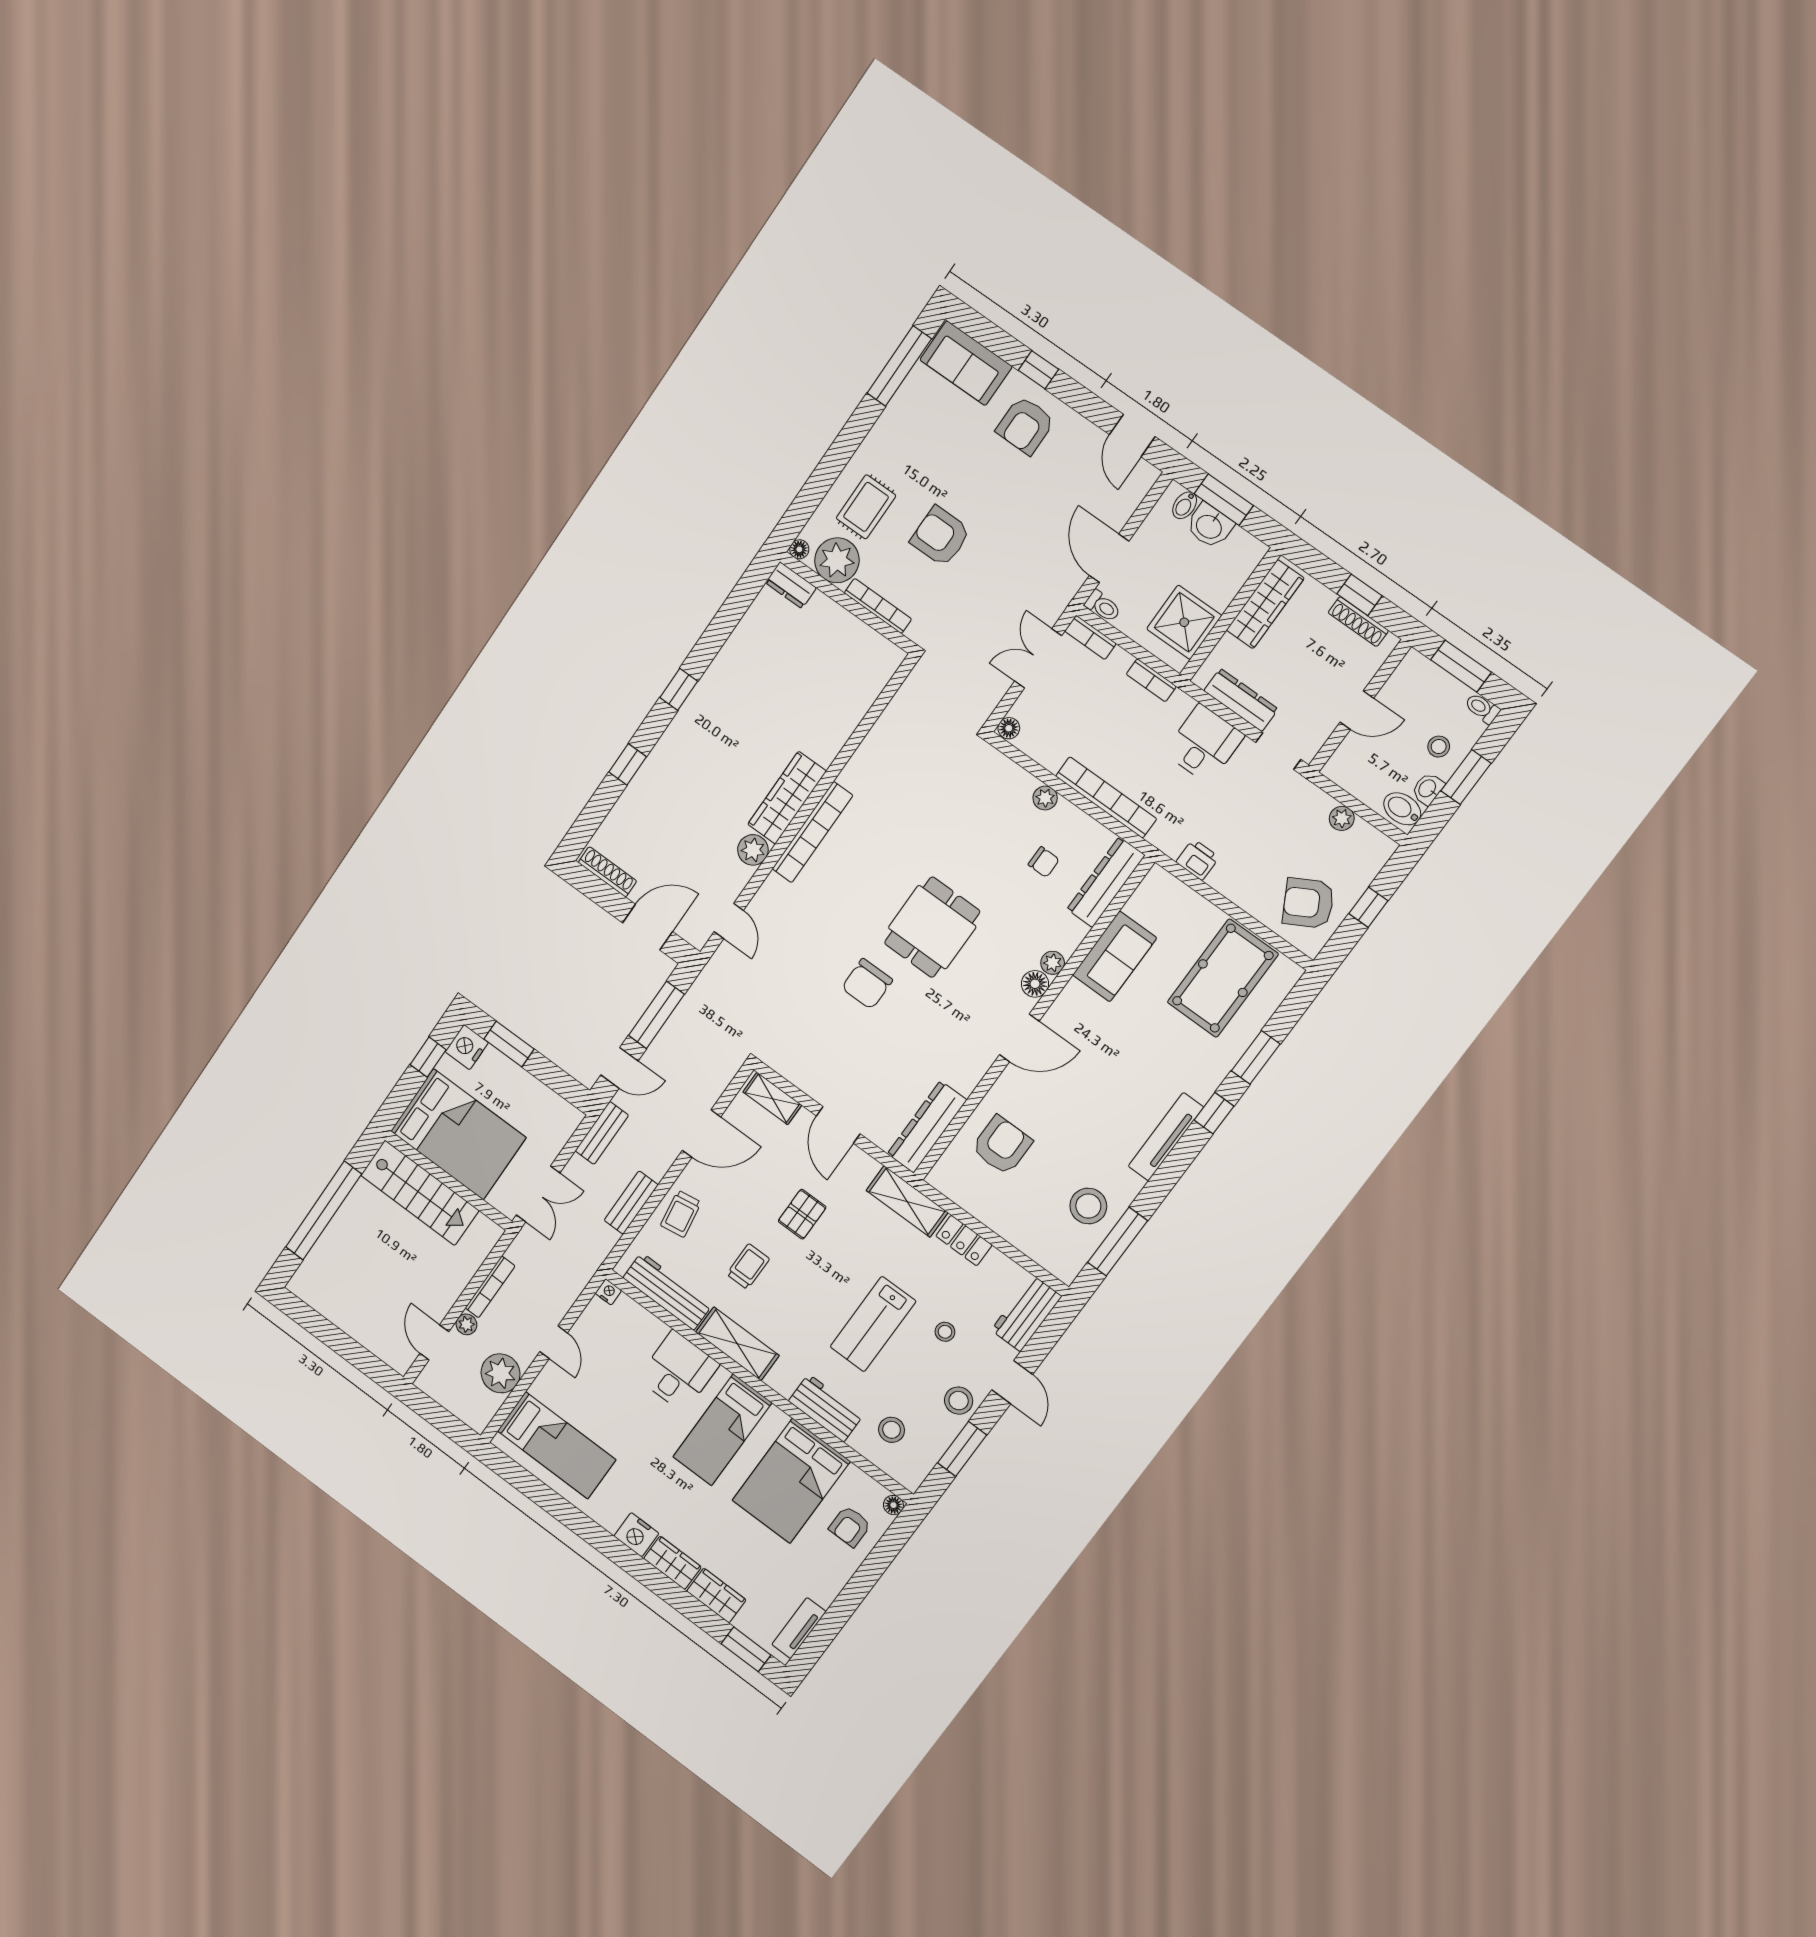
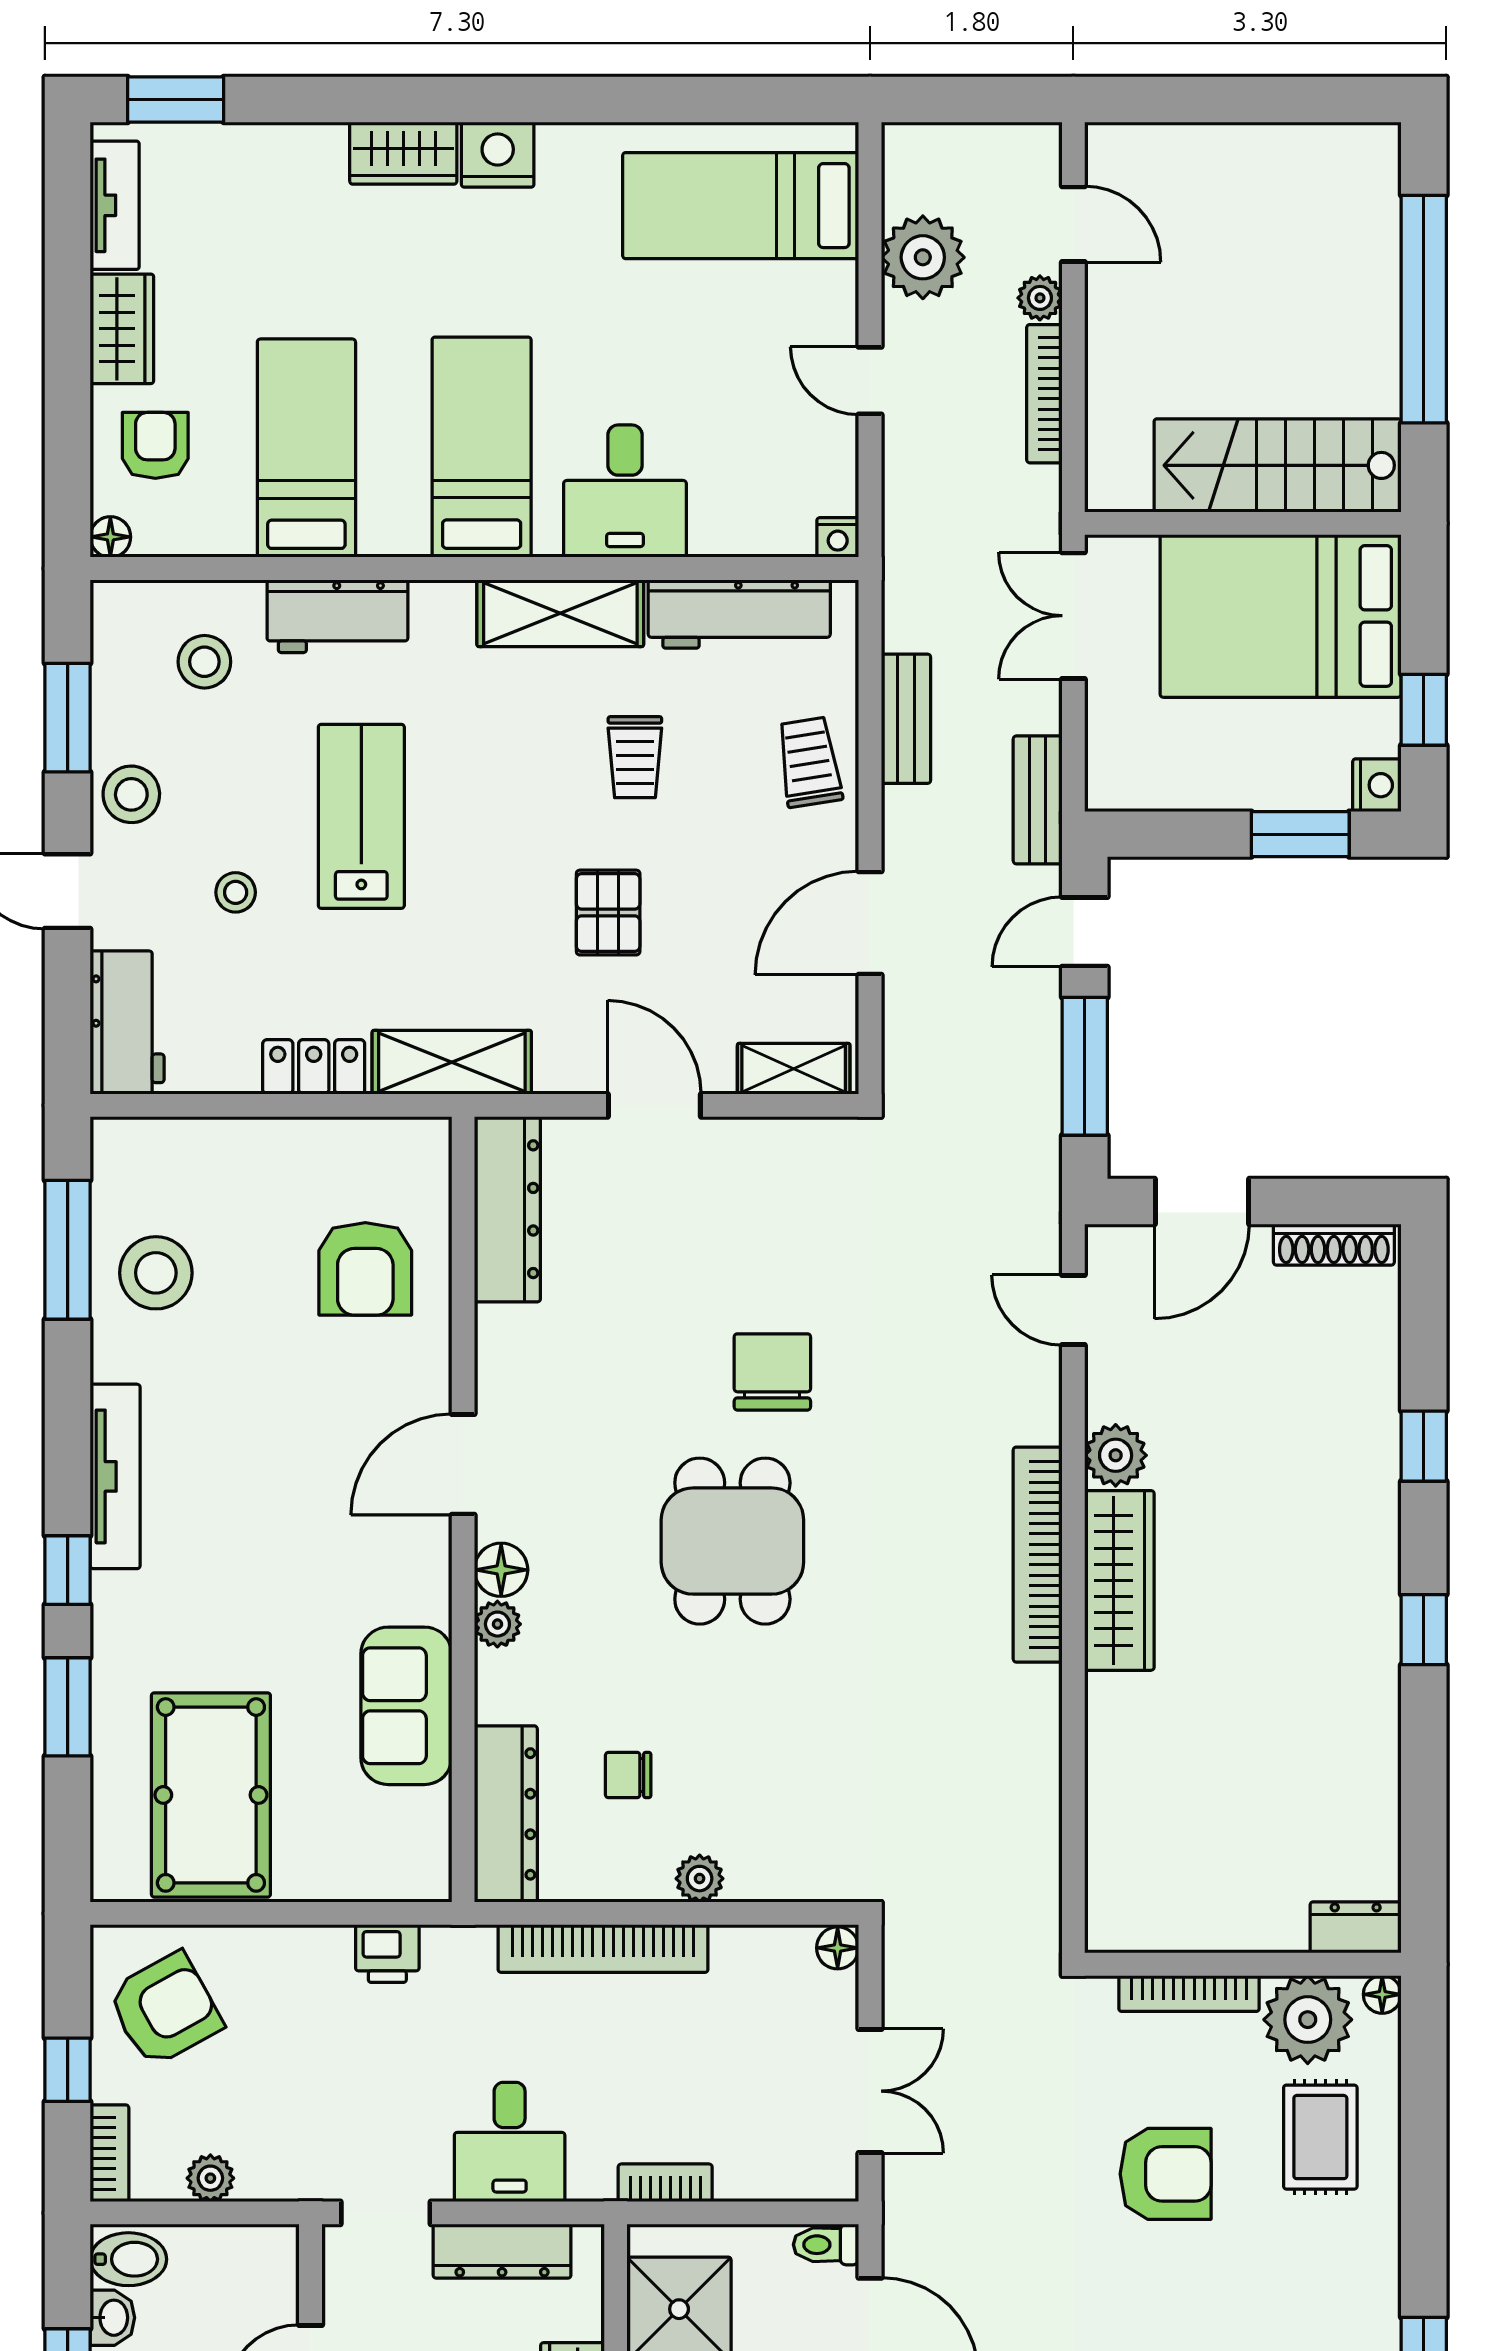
bookcase: (1090, 637) -> (110, 2153), moved, turned 90
nightstand: (467, 1047) -> (1377, 785), width x0.74, depth x0.75
bed: (791, 1481) -> (306, 448), width x0.67
wardrobe: (716, 1596) -> (122, 329), moved, turned -90

